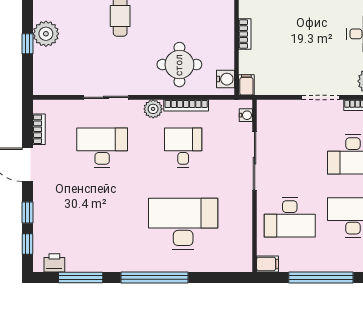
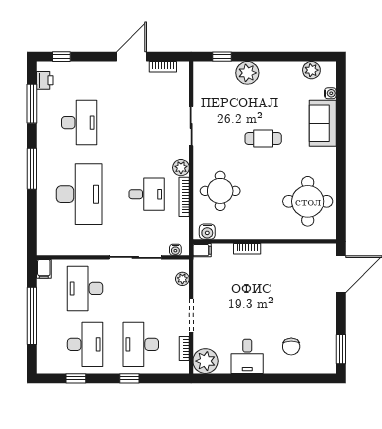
window: (27, 44) -> (222, 57), moved
plant: (279, 107) -> (182, 279), added
desk: (102, 148) -> (79, 123), moved
window: (27, 213) -> (89, 57), removed
window: (154, 278) -> (32, 169), width x0.68

